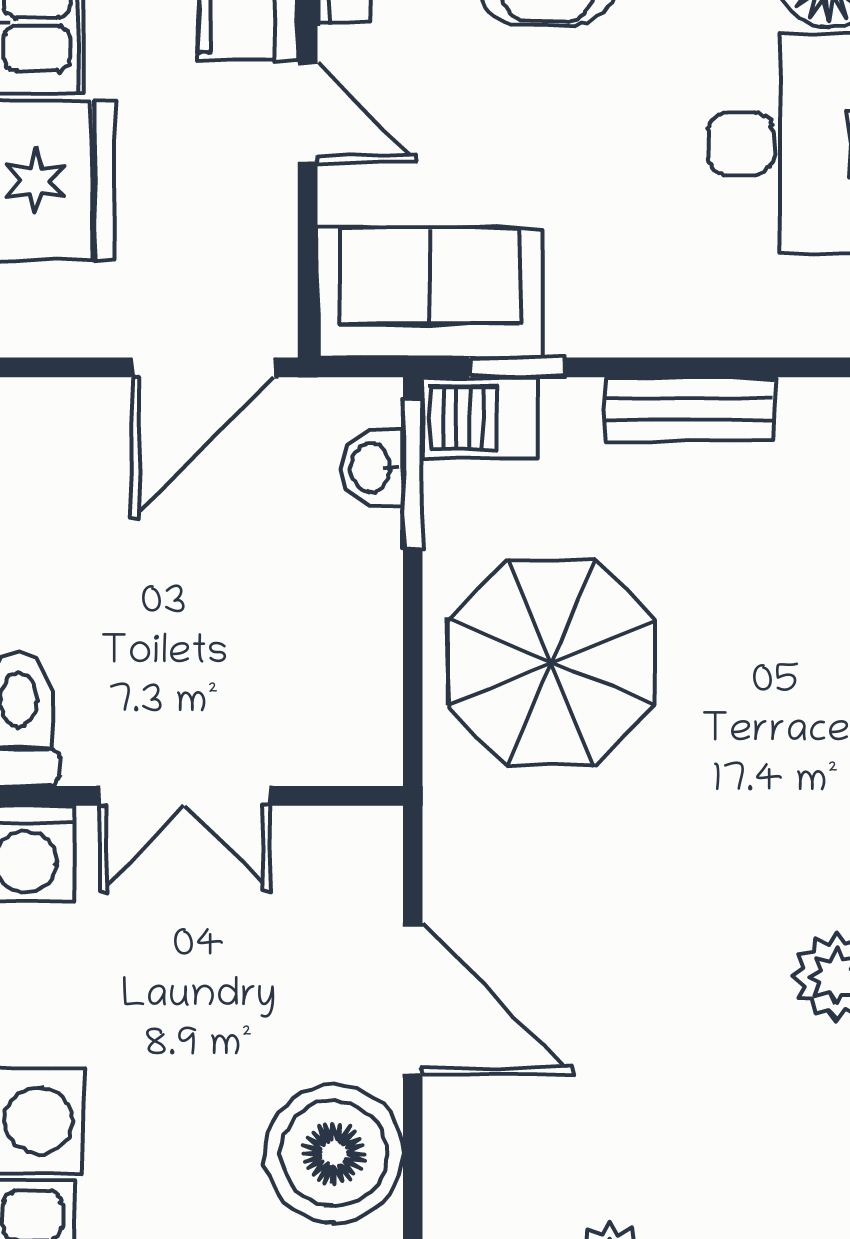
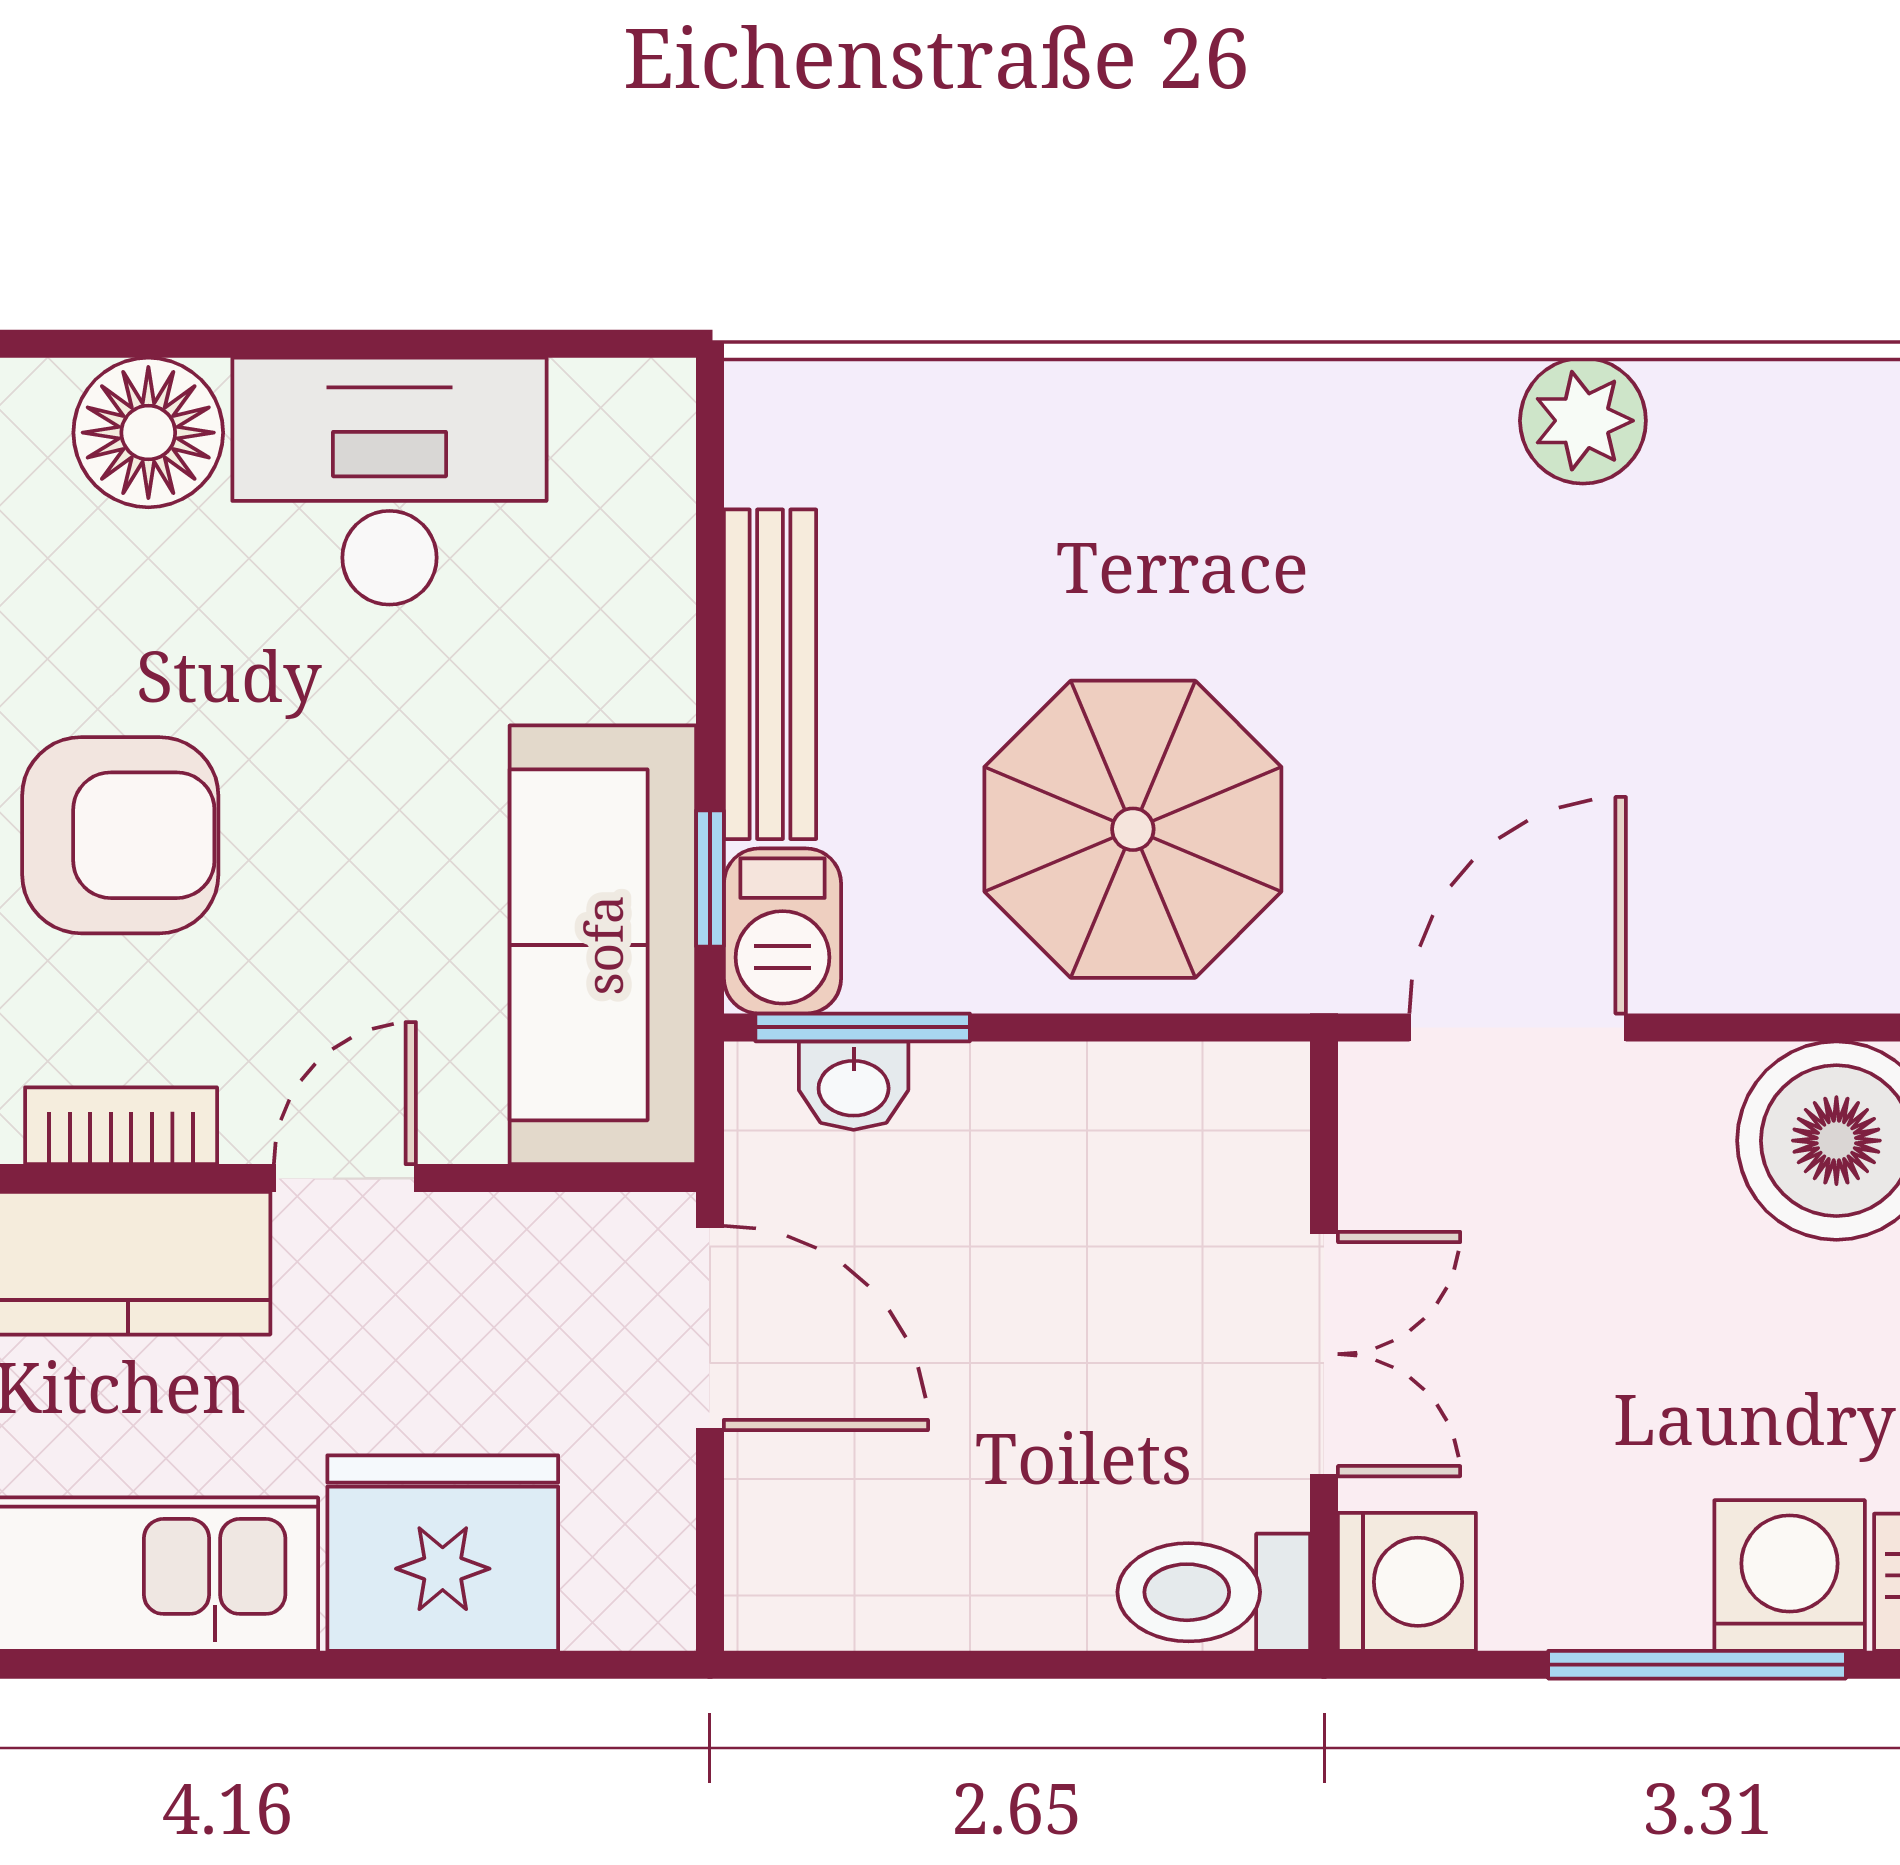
sofa: (430, 293) -> (603, 945), width x1.36
bench: (690, 409) -> (770, 674), width x1.36
door: (413, 999) -> (1518, 1027), moved

